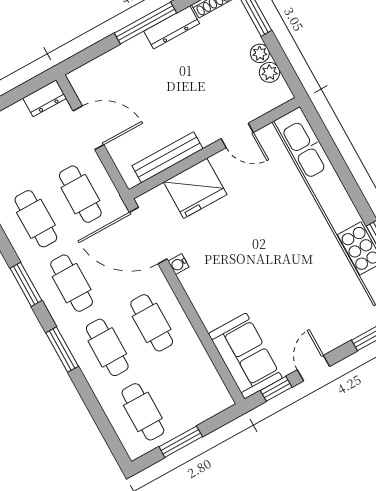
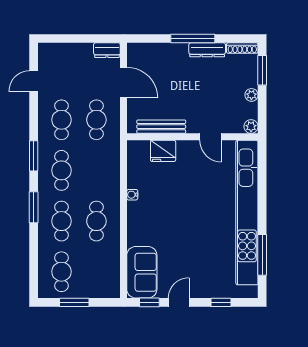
plant: (270, 72) -> (251, 127), moved
fridge: (195, 188) -> (163, 151), width x0.73, depth x0.75
door: (148, 236) -> (124, 168), removed

